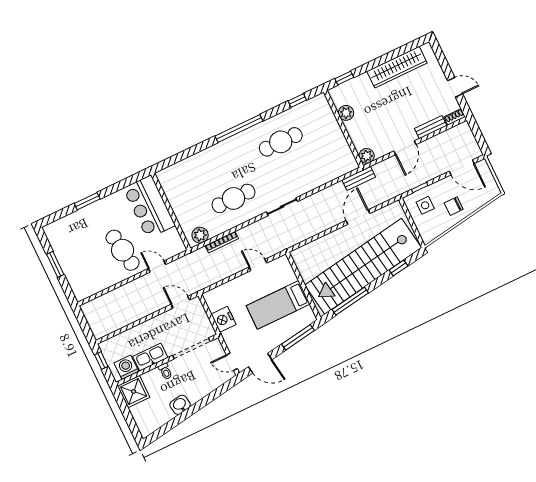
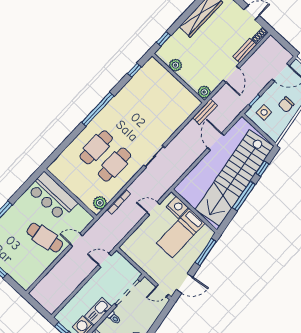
cafe table: (281, 142) -> (96, 147), moved
window: (350, 301) -> (244, 196), moved
nightstand: (224, 319) -> (177, 207), moved, turned 180

